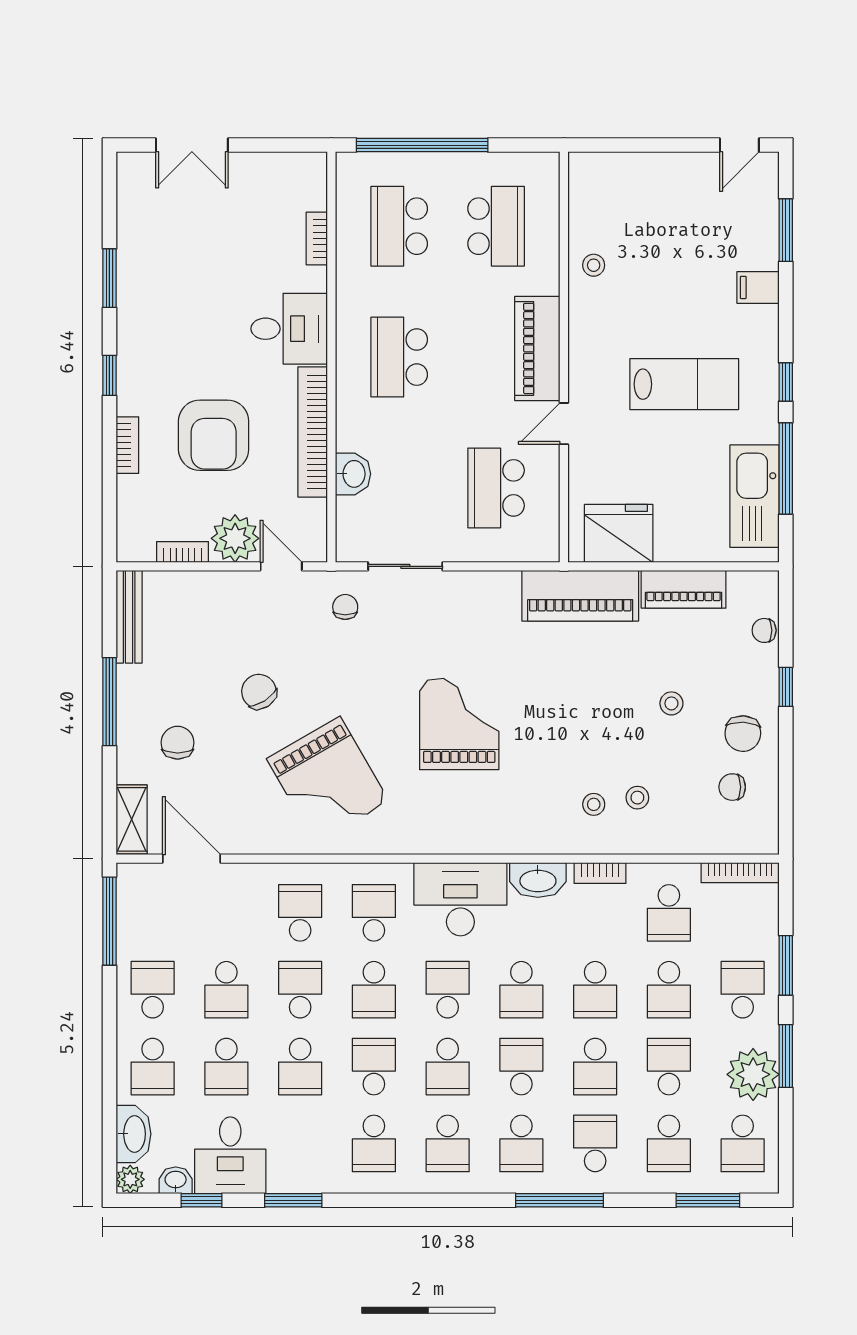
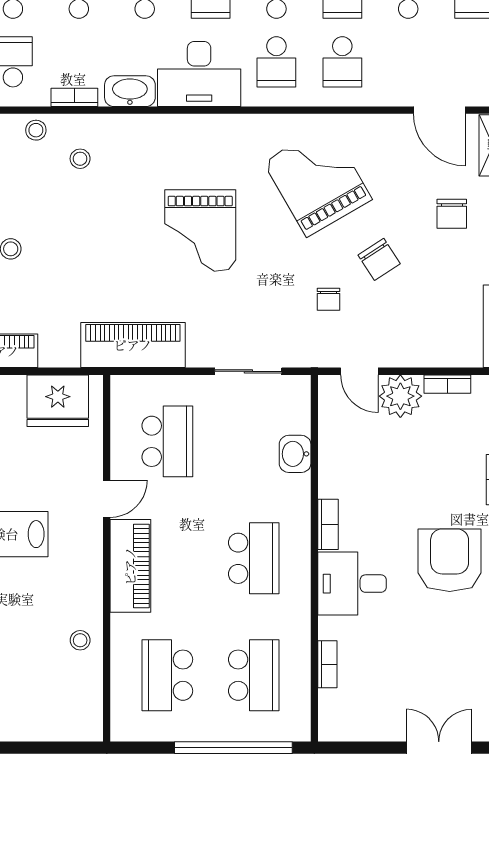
bookcase: (313, 432) -> (328, 524), width x0.43, depth x0.76
armchair: (214, 435) -> (450, 560), moved
piano: (580, 596) -> (133, 345), moved
chair: (345, 607) -> (329, 299), moved
stool: (637, 798) -> (36, 130), moved

